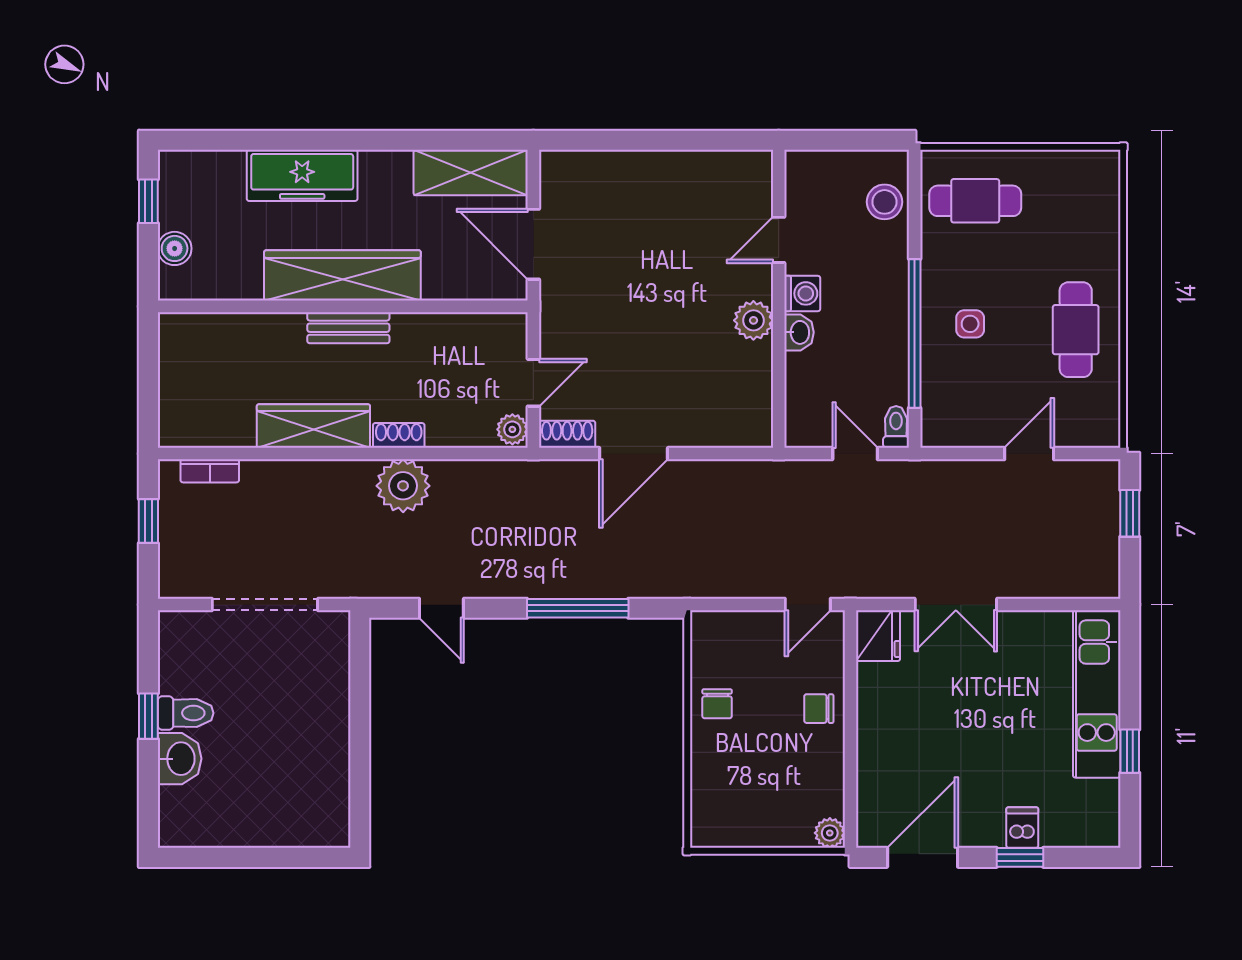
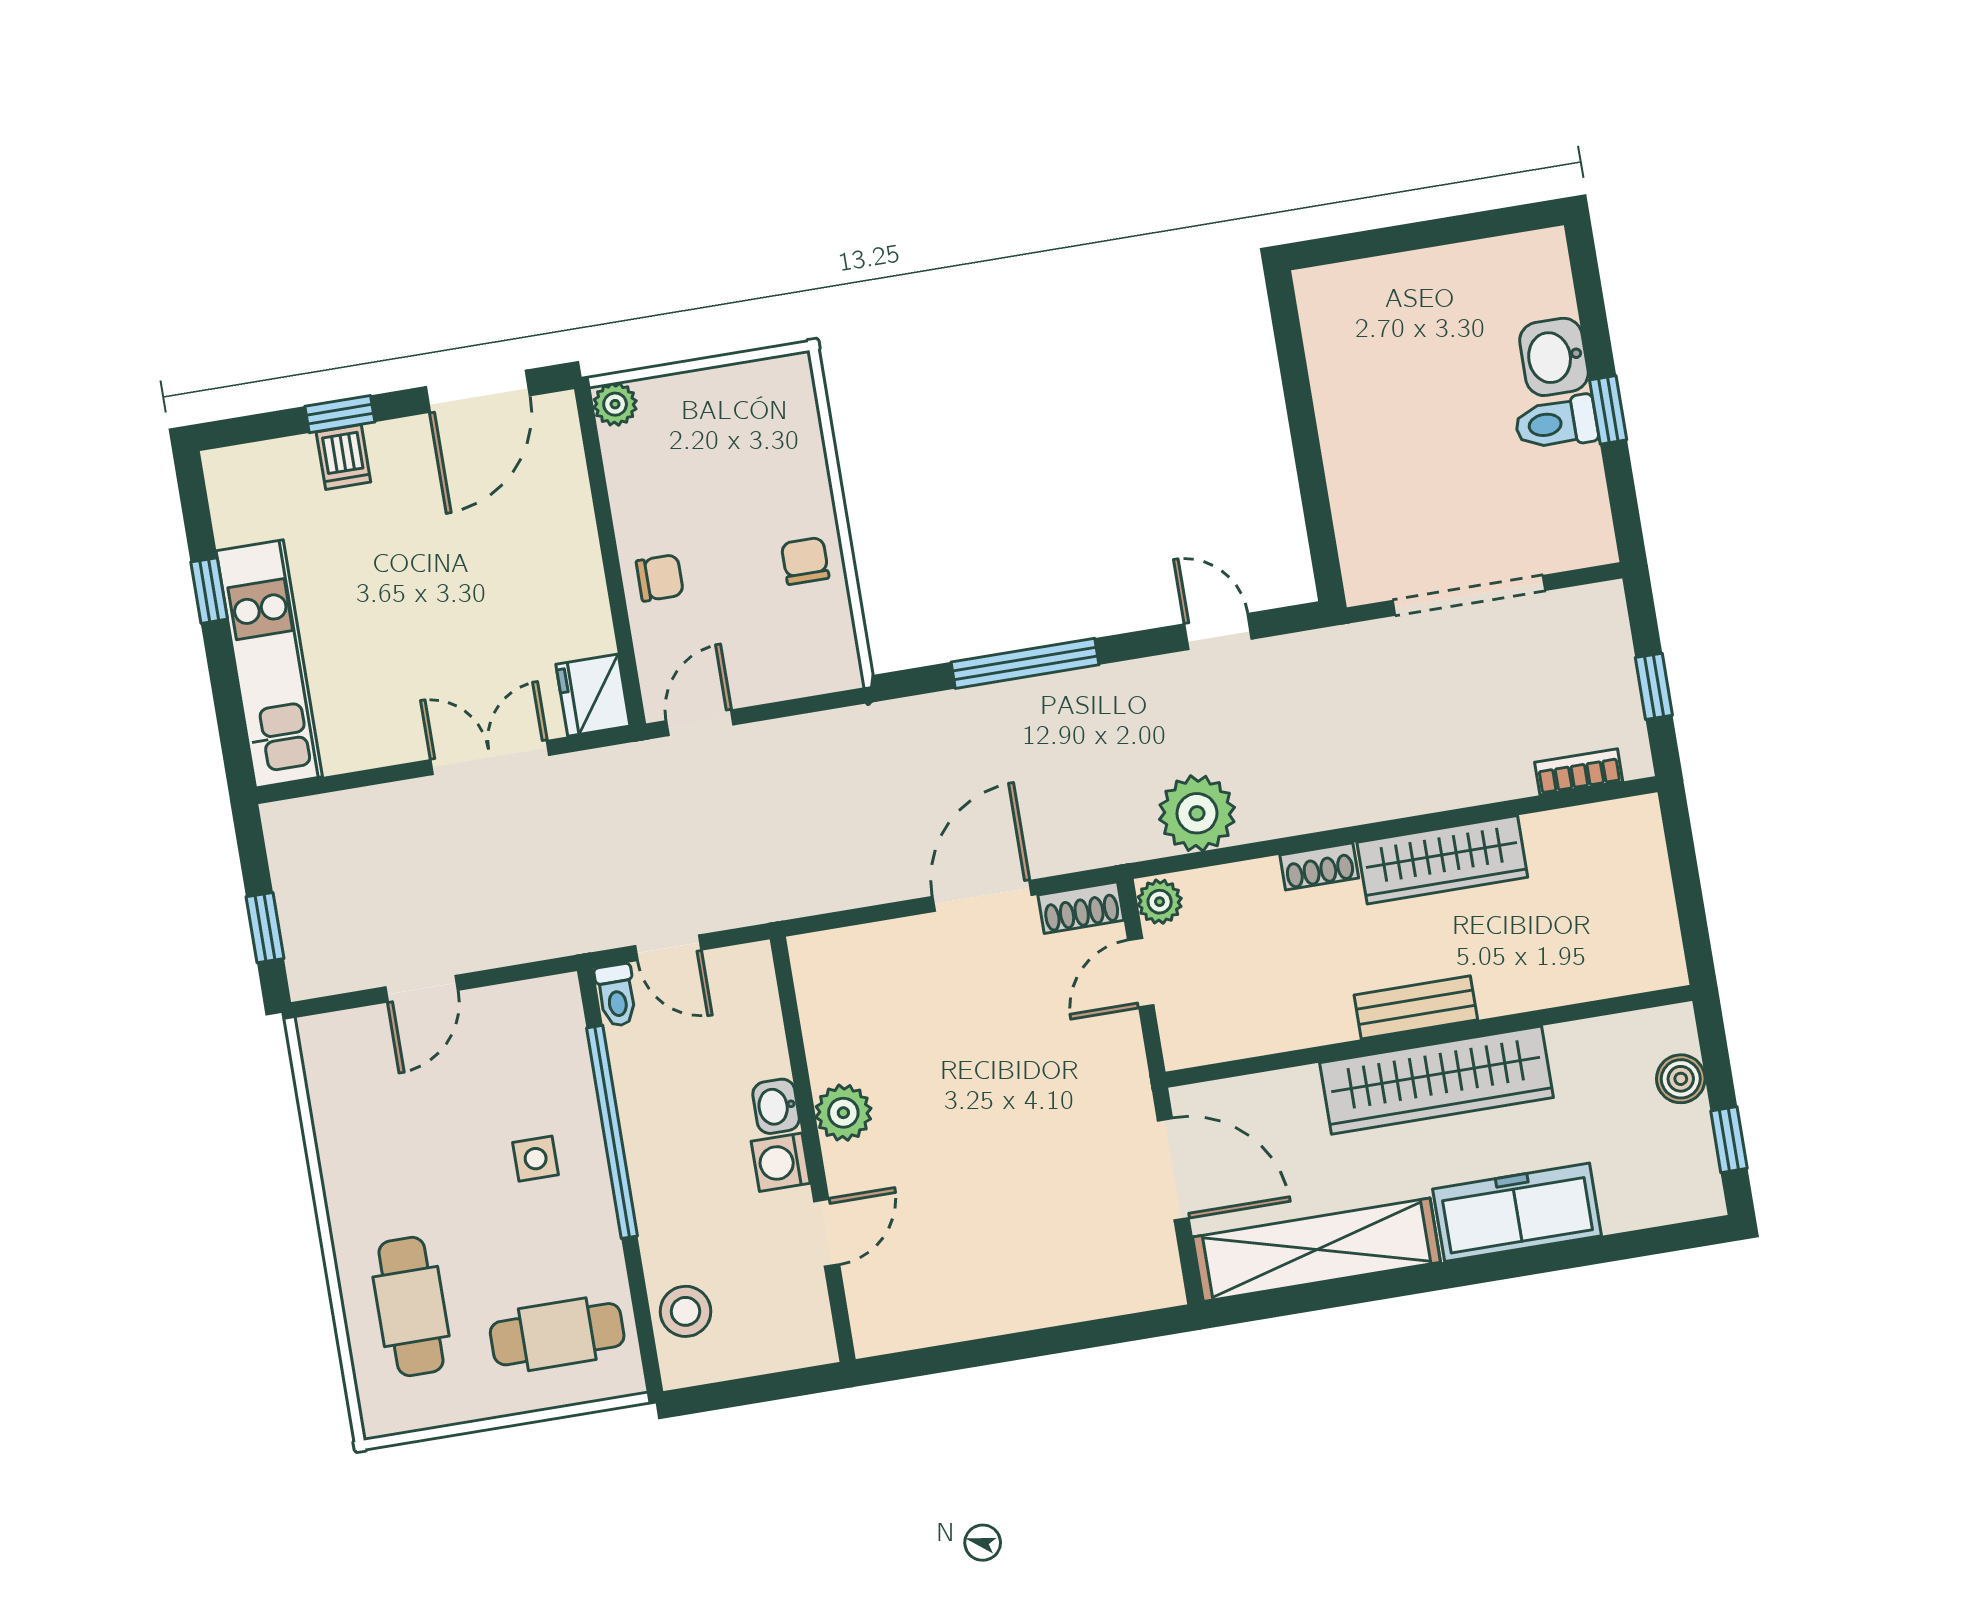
shelving: (471, 173) -> (1317, 1250), width x1.47
cafe table: (1076, 330) -> (411, 1306), moved
plant: (403, 486) -> (1197, 813), moved

